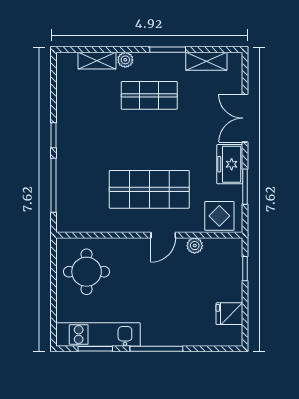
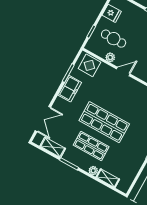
double door: (245, 118) -> (43, 119), moved
shop shelf: (149, 189) -> (104, 122), moved
cafe table: (205, 277) -> (114, 39), added

